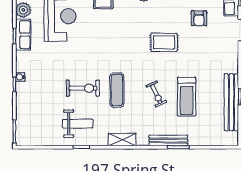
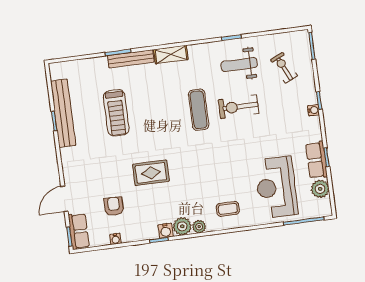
exercise bike: (156, 94) -> (284, 68), moved
treadmill: (187, 97) -> (116, 113), turned 180
shelving: (122, 140) -> (171, 54), moved

